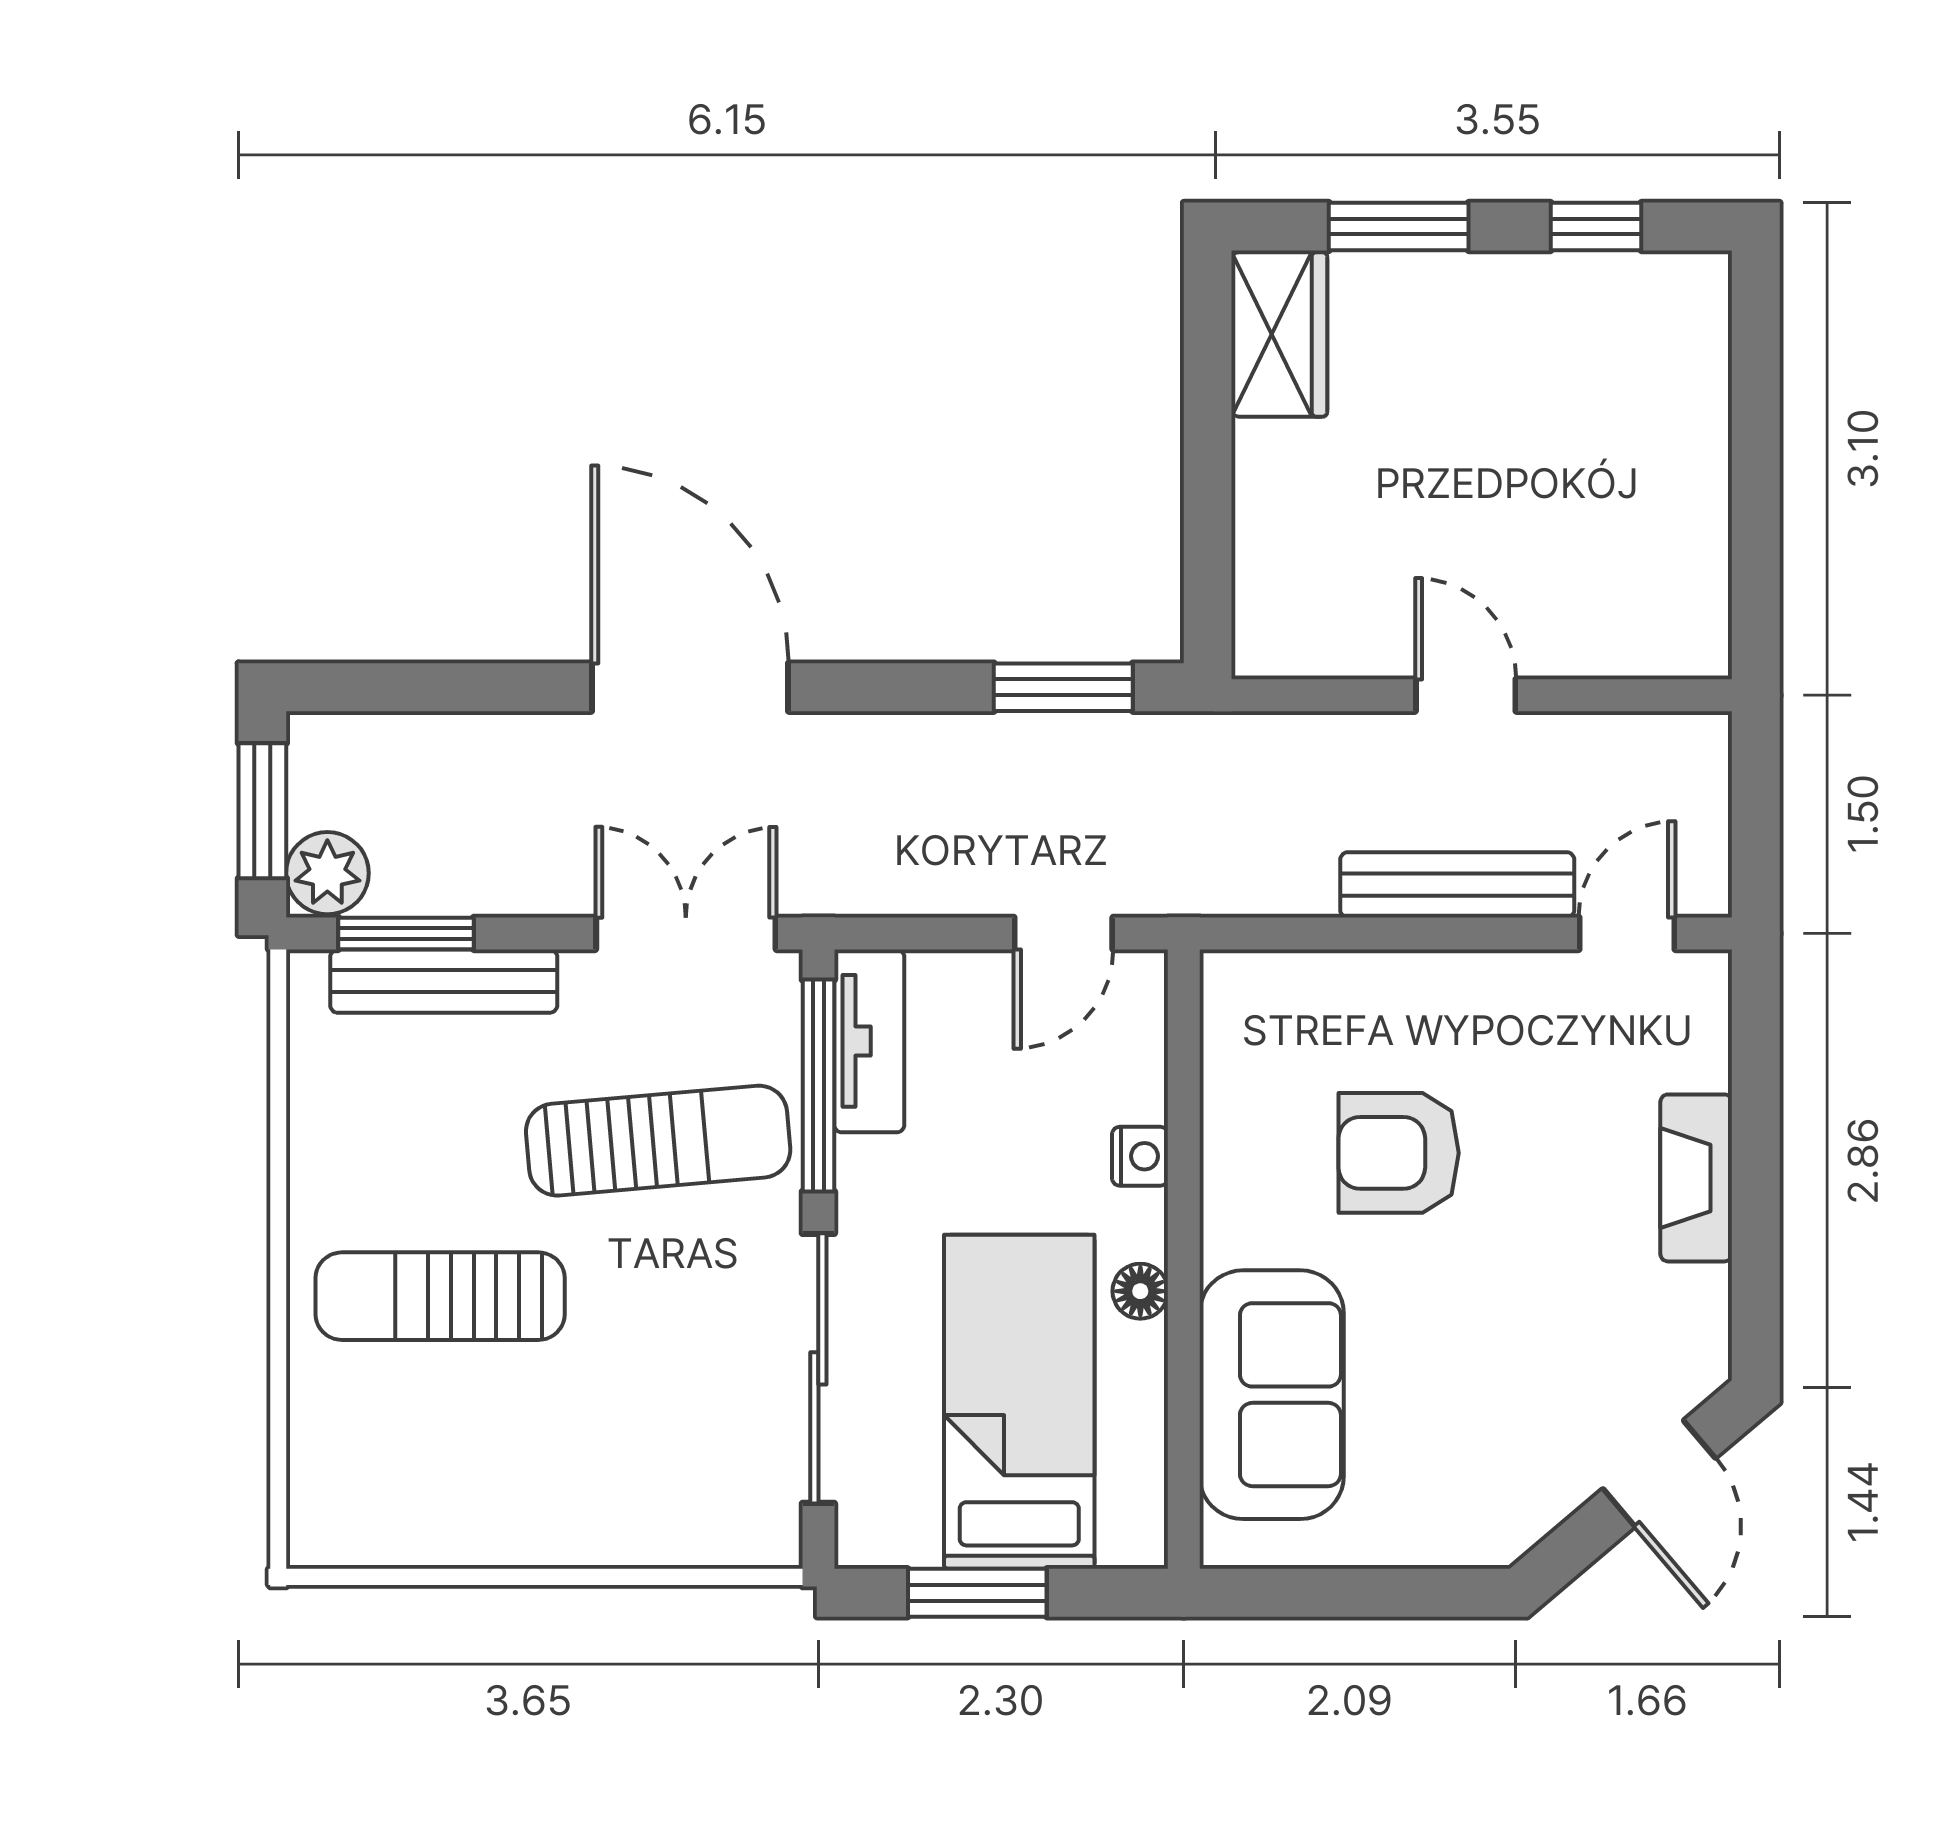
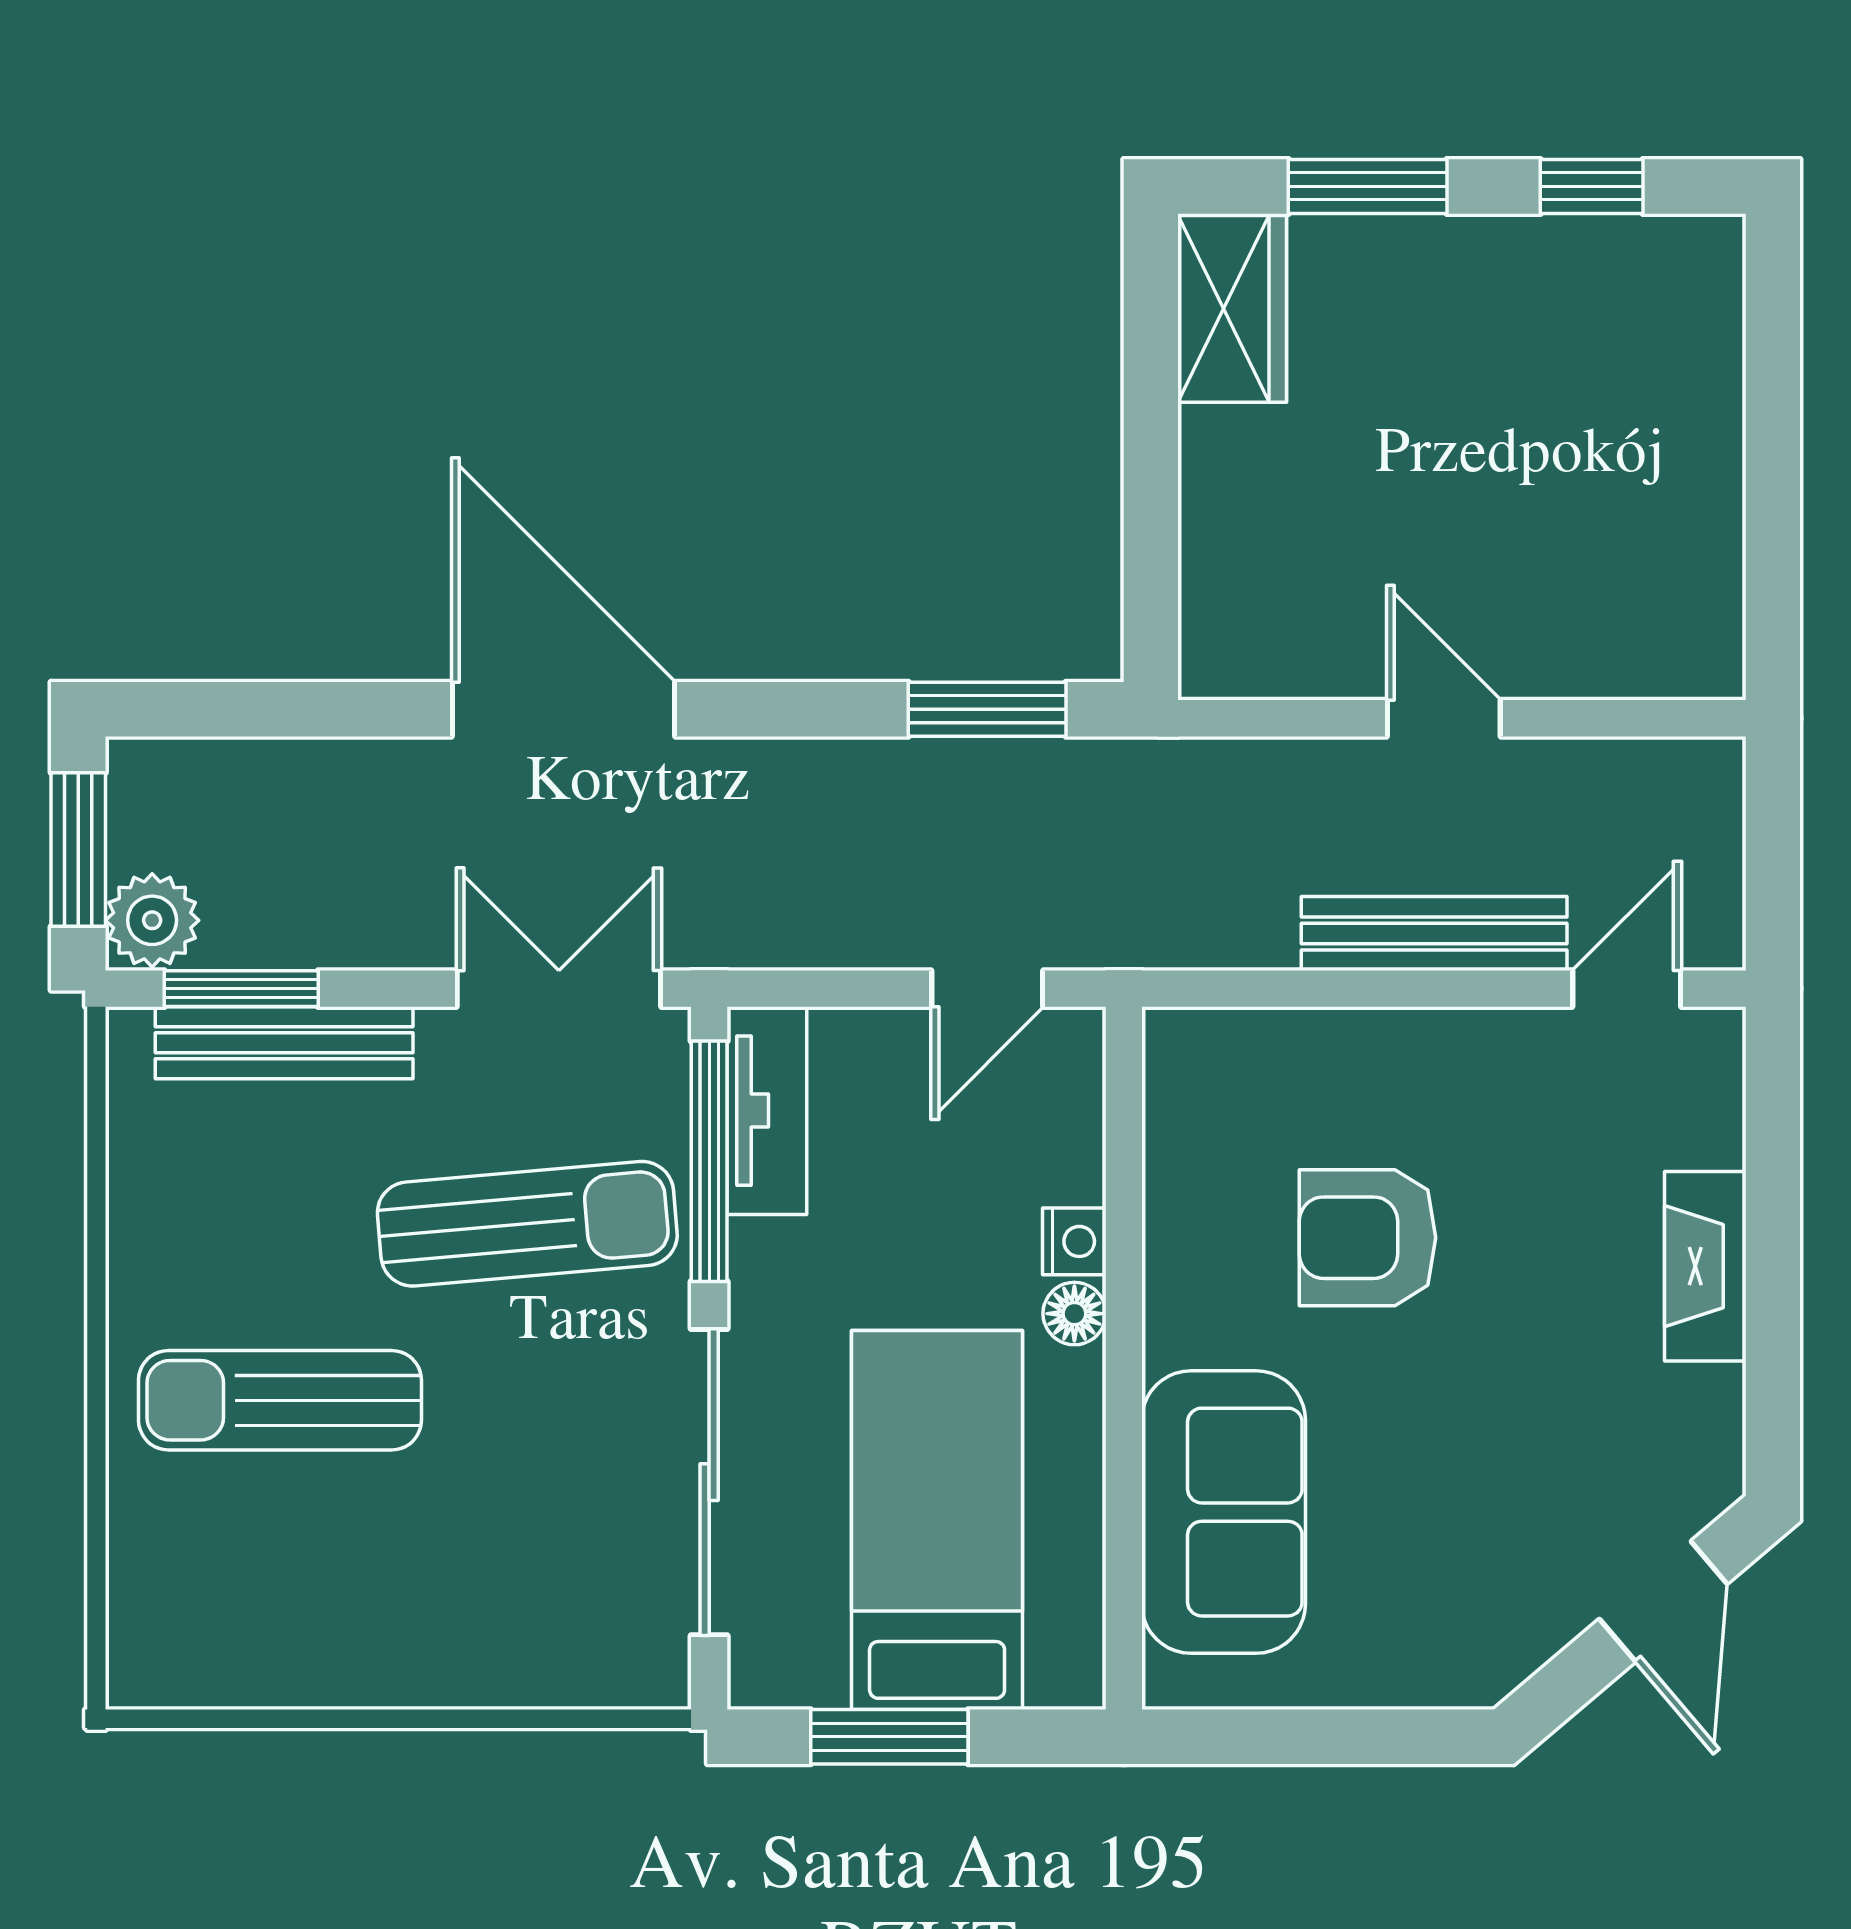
floor lamp: (1140, 1291) -> (1074, 1314), moved

